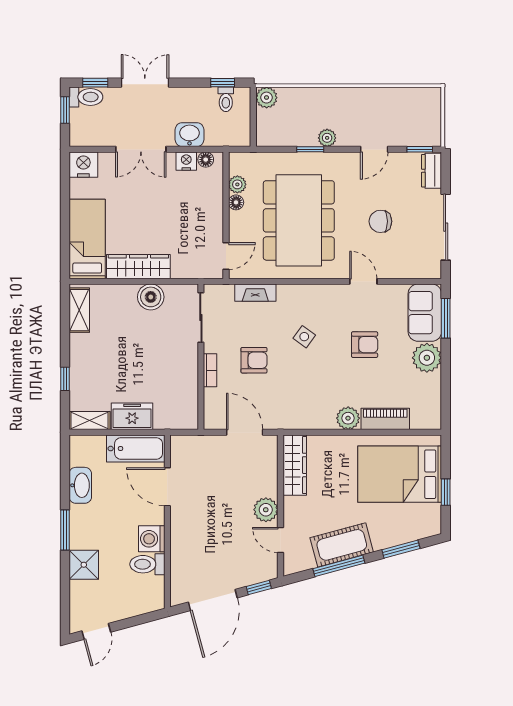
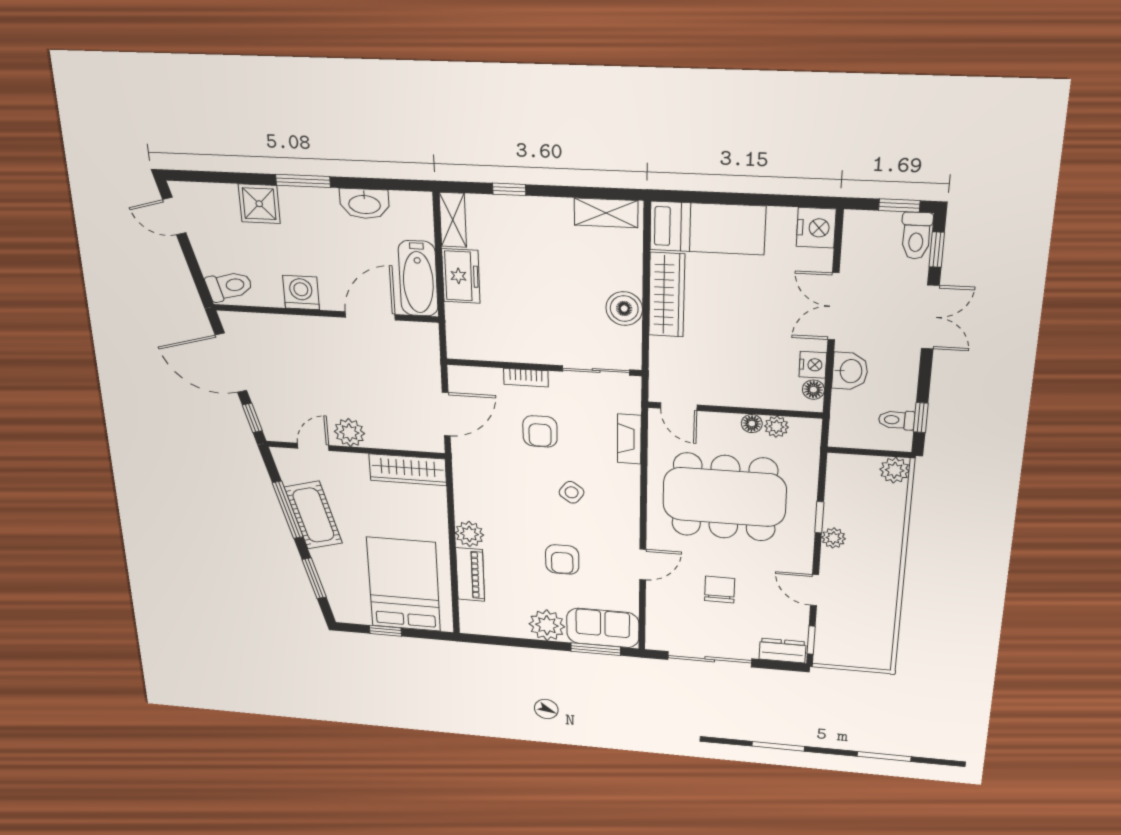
toilet: (147, 564) -> (229, 286), moved, turned 75

